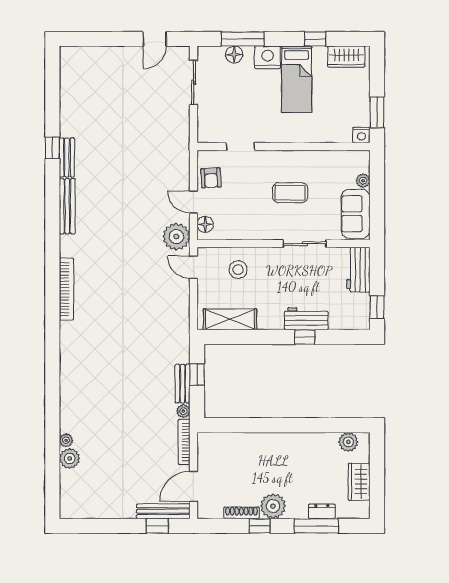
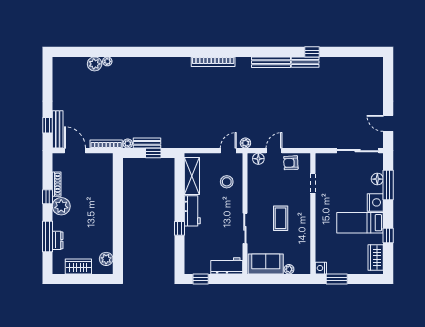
sliding door: (194, 82) -> (358, 151), width x1.37
plant: (176, 237) -> (245, 143), width x0.53, depth x0.53
workbench: (306, 319) -> (192, 211), moved

